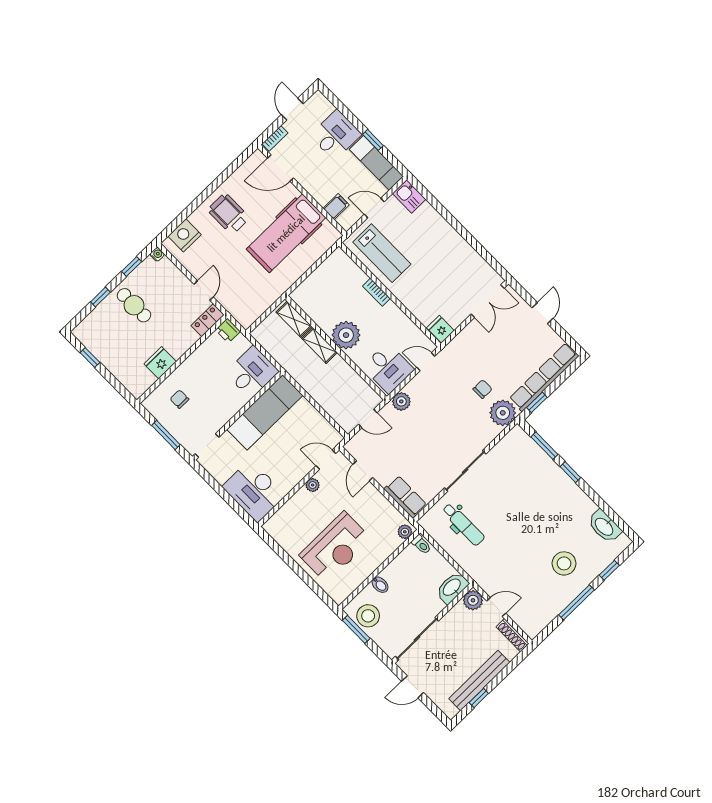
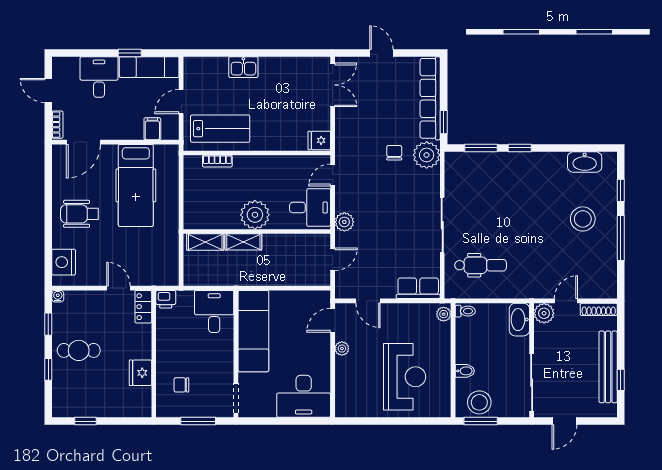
kitchen sink: (409, 196) -> (243, 67), moved
bookcase: (376, 292) -> (217, 161), moved

